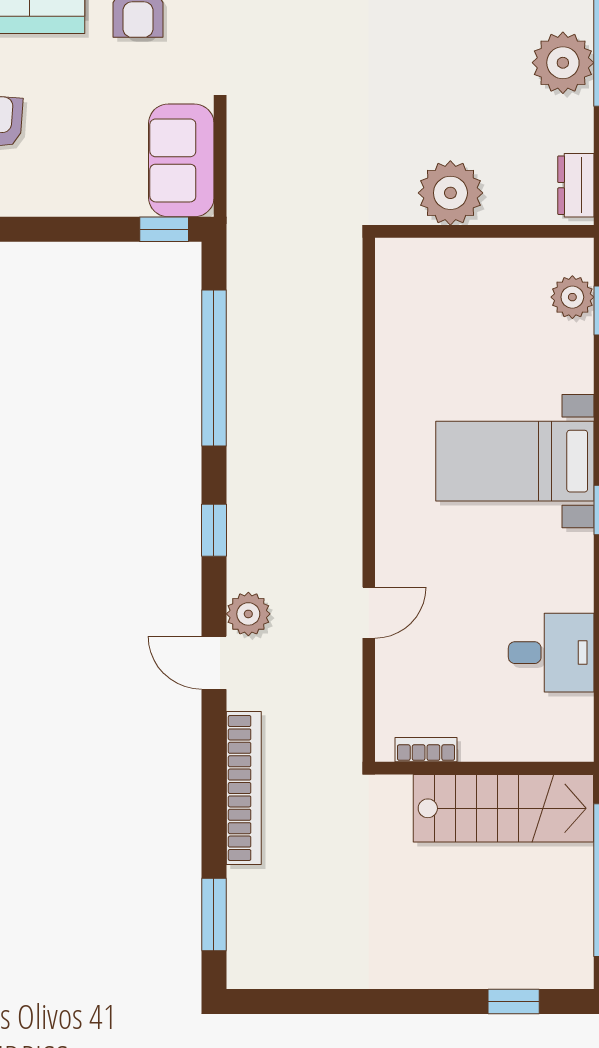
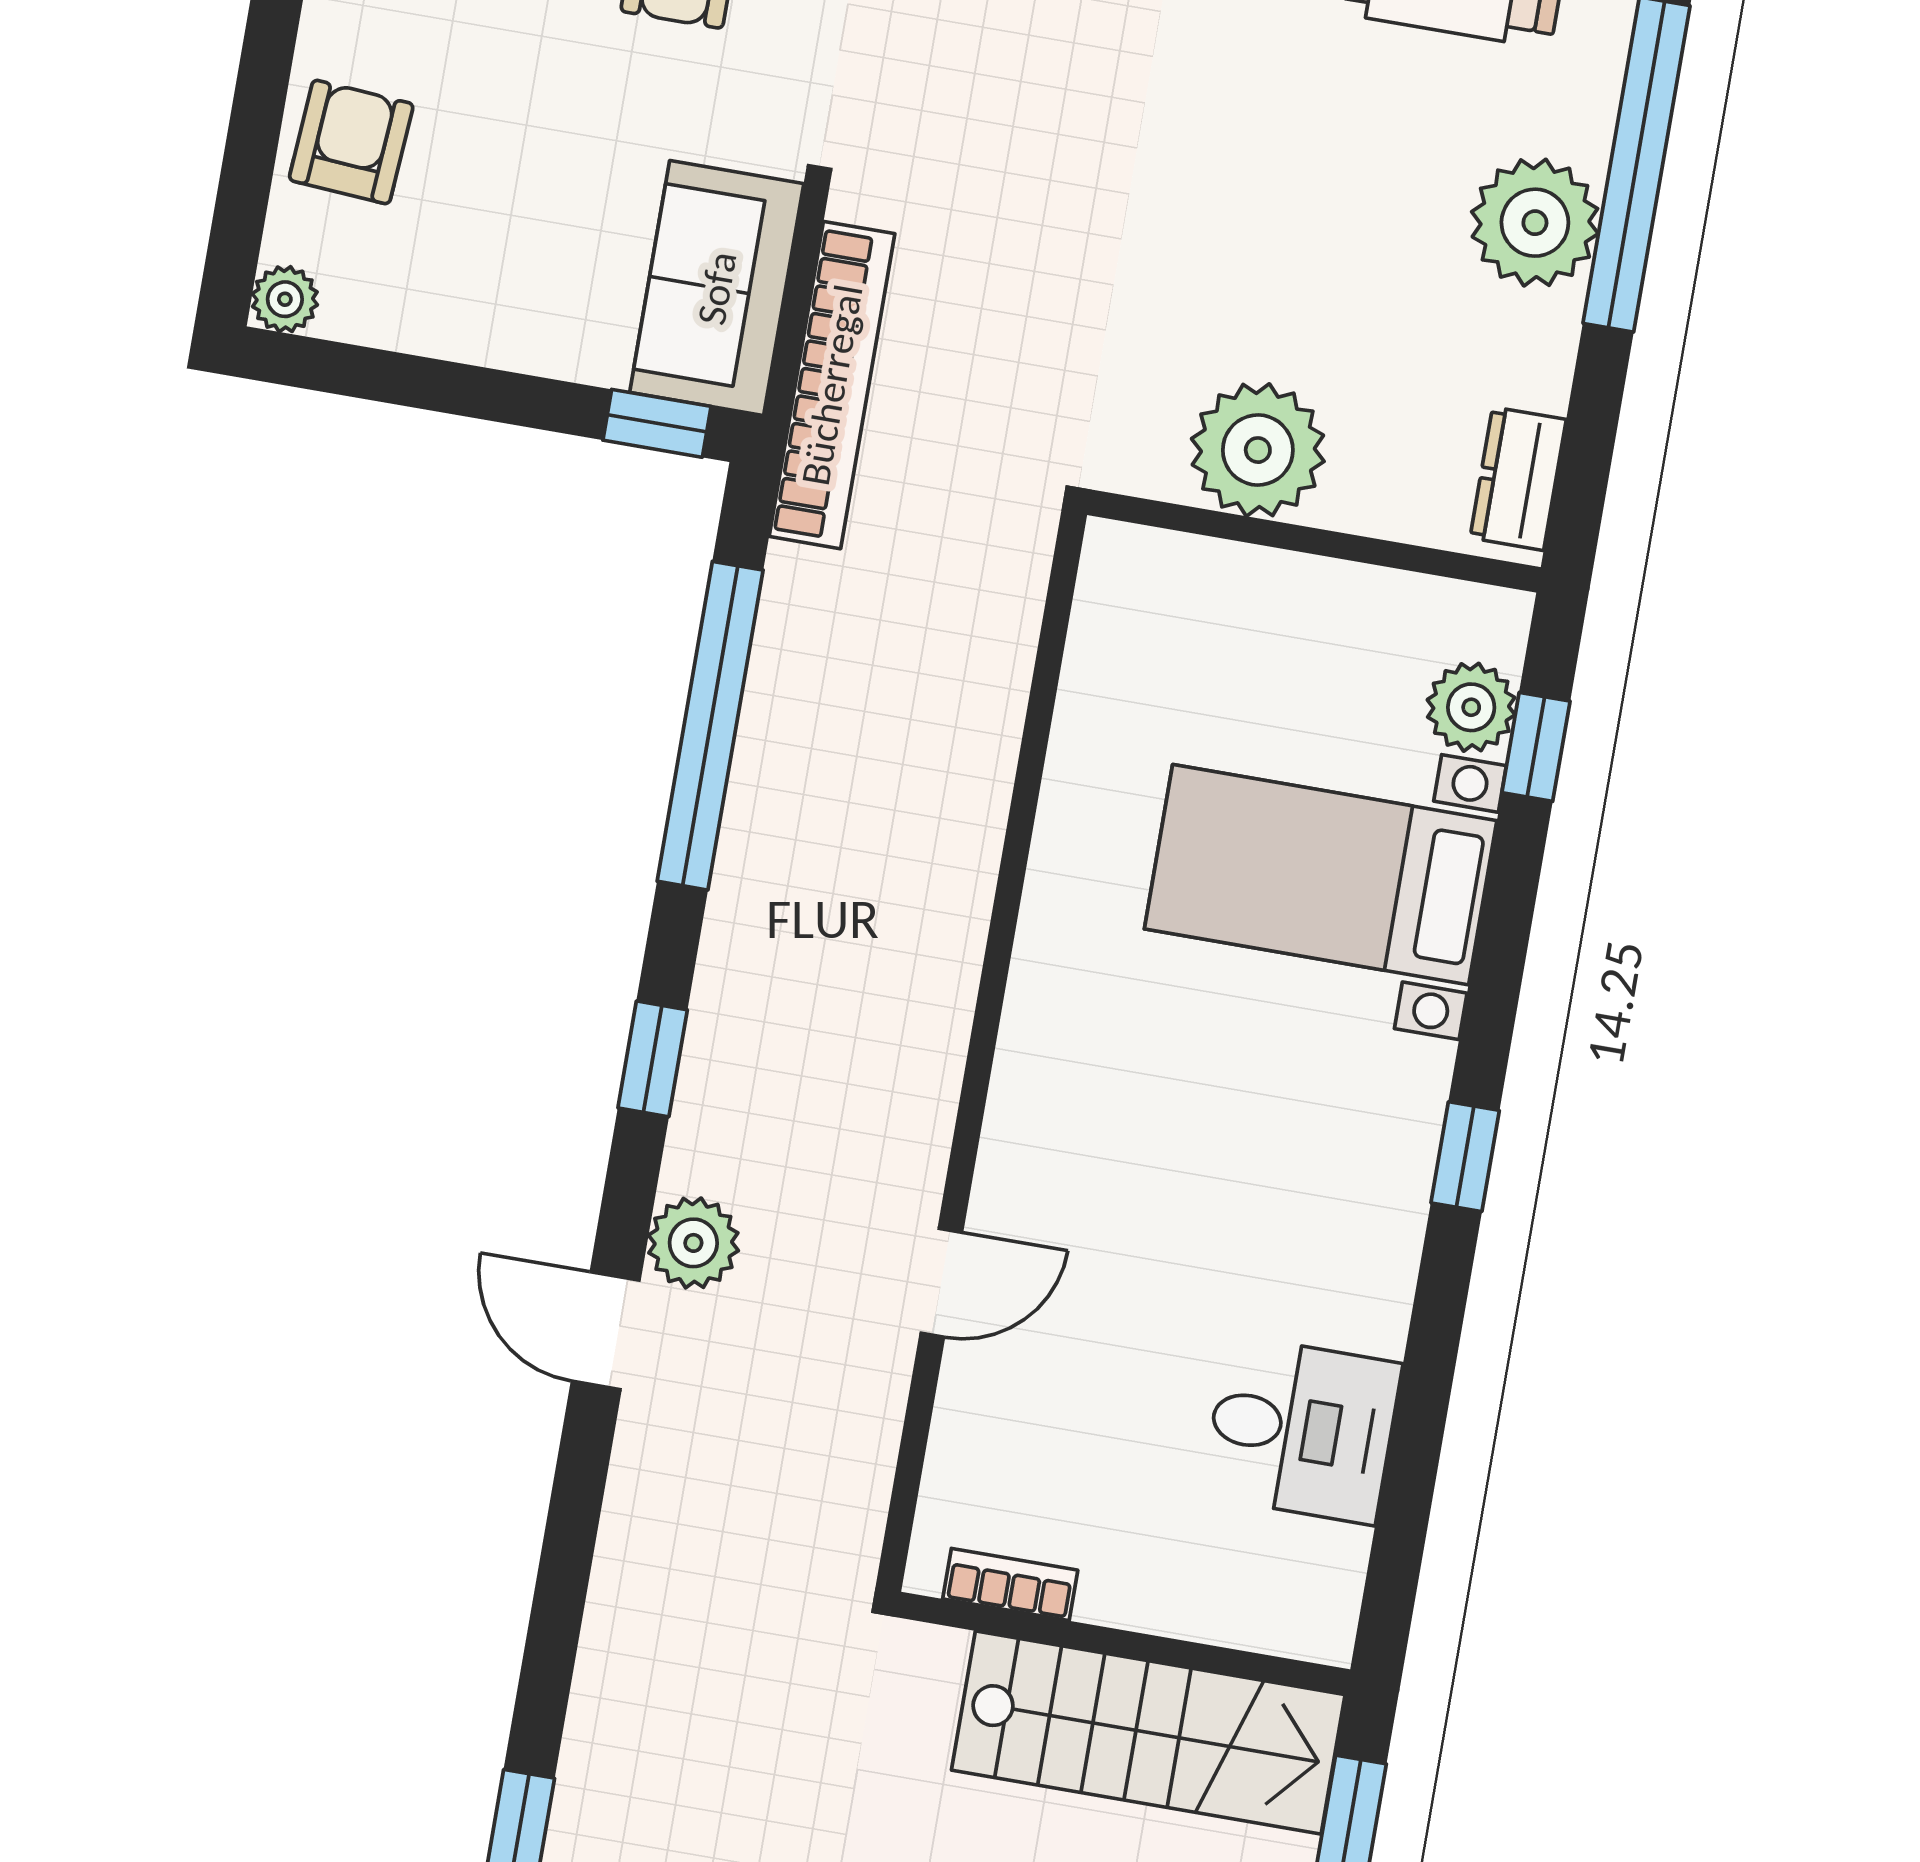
bed with nightstands: (515, 461) -> (1321, 875), moved
bookcase: (244, 788) -> (832, 385), moved

